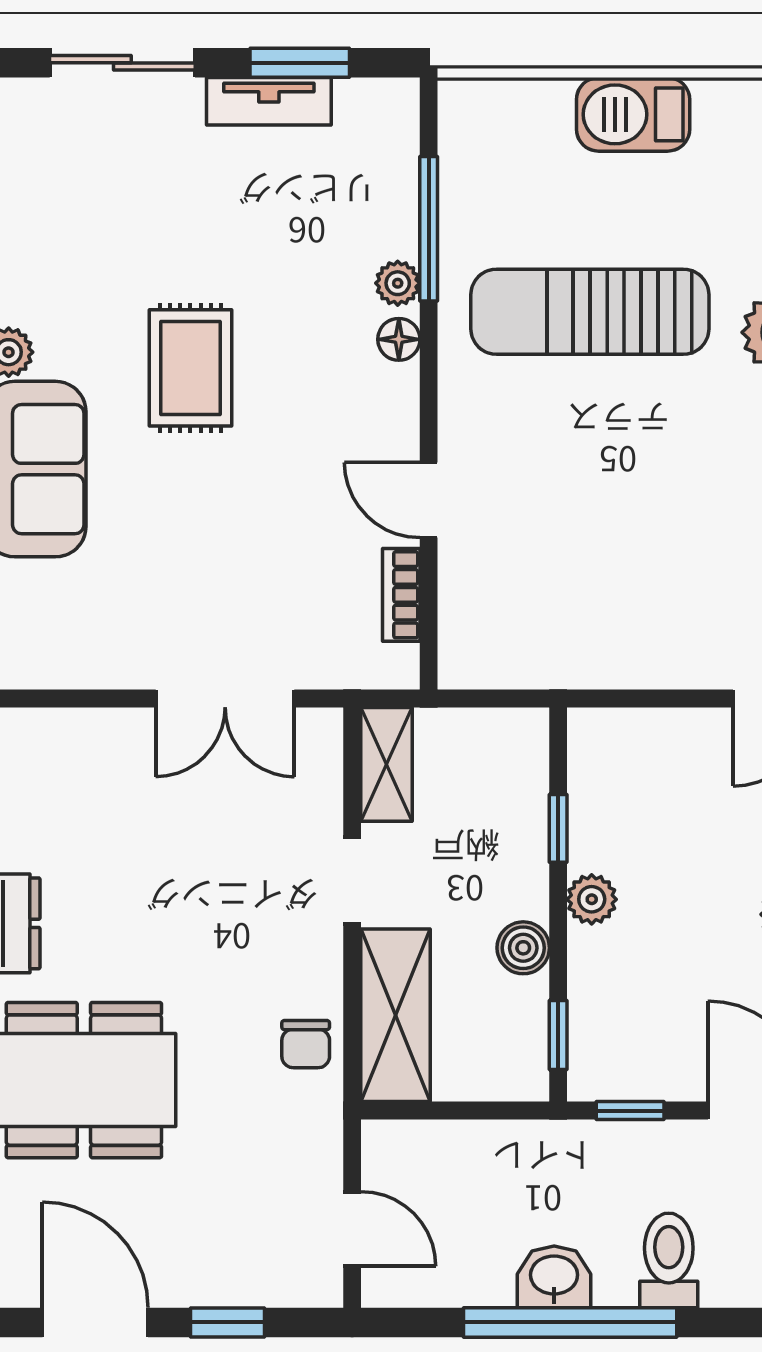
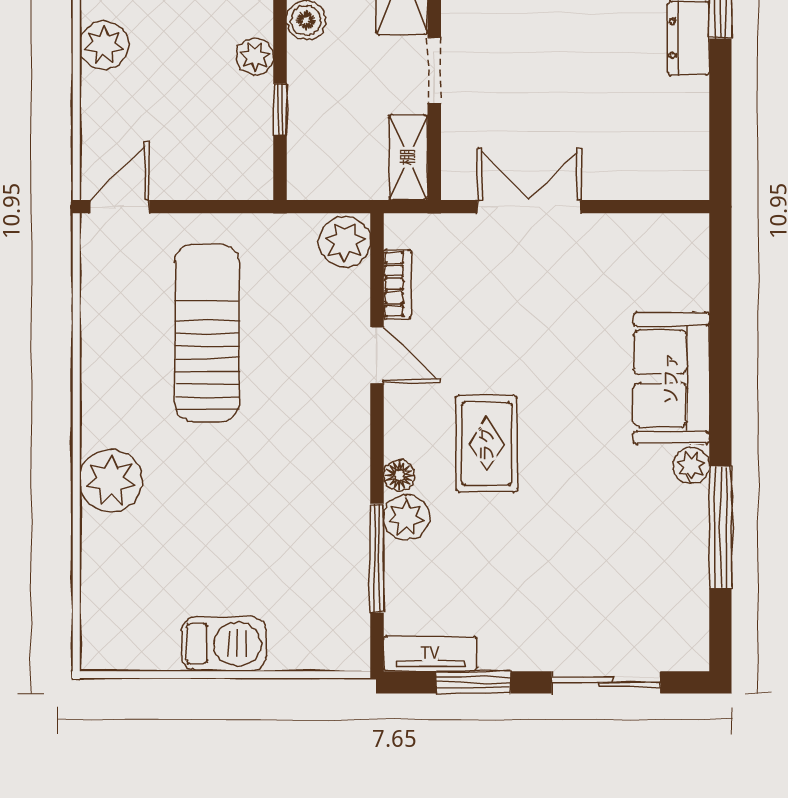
tv unit: (269, 101) -> (430, 653), moved
plant: (398, 283) -> (406, 517), width x1.38, depth x1.38
sun lounger: (590, 312) -> (207, 333), moved, turned -90
rug: (190, 368) -> (487, 444), moved
plant: (472, 652) -> (345, 242), added

